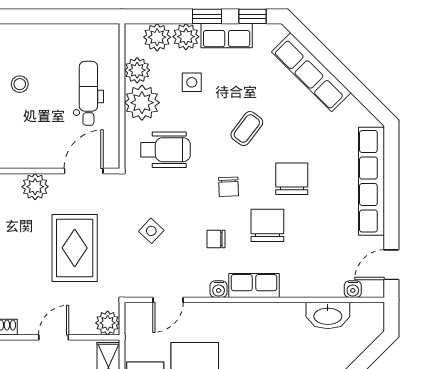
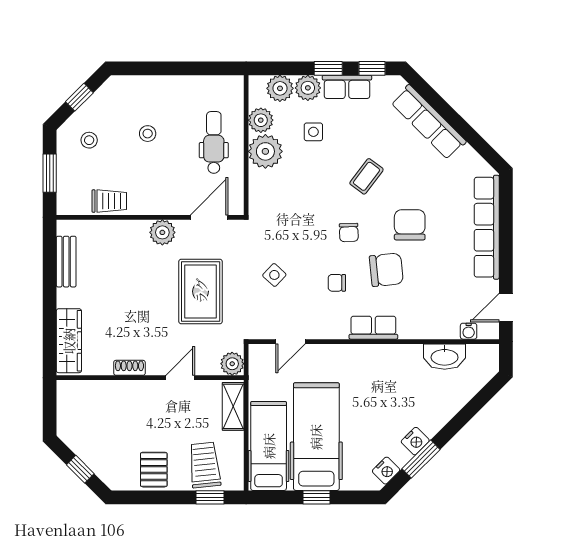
wheelchair: (165, 150) -> (288, 197), removed
chair: (267, 225) -> (386, 270), turned 84
water cooler: (219, 289) -> (339, 331), removed

